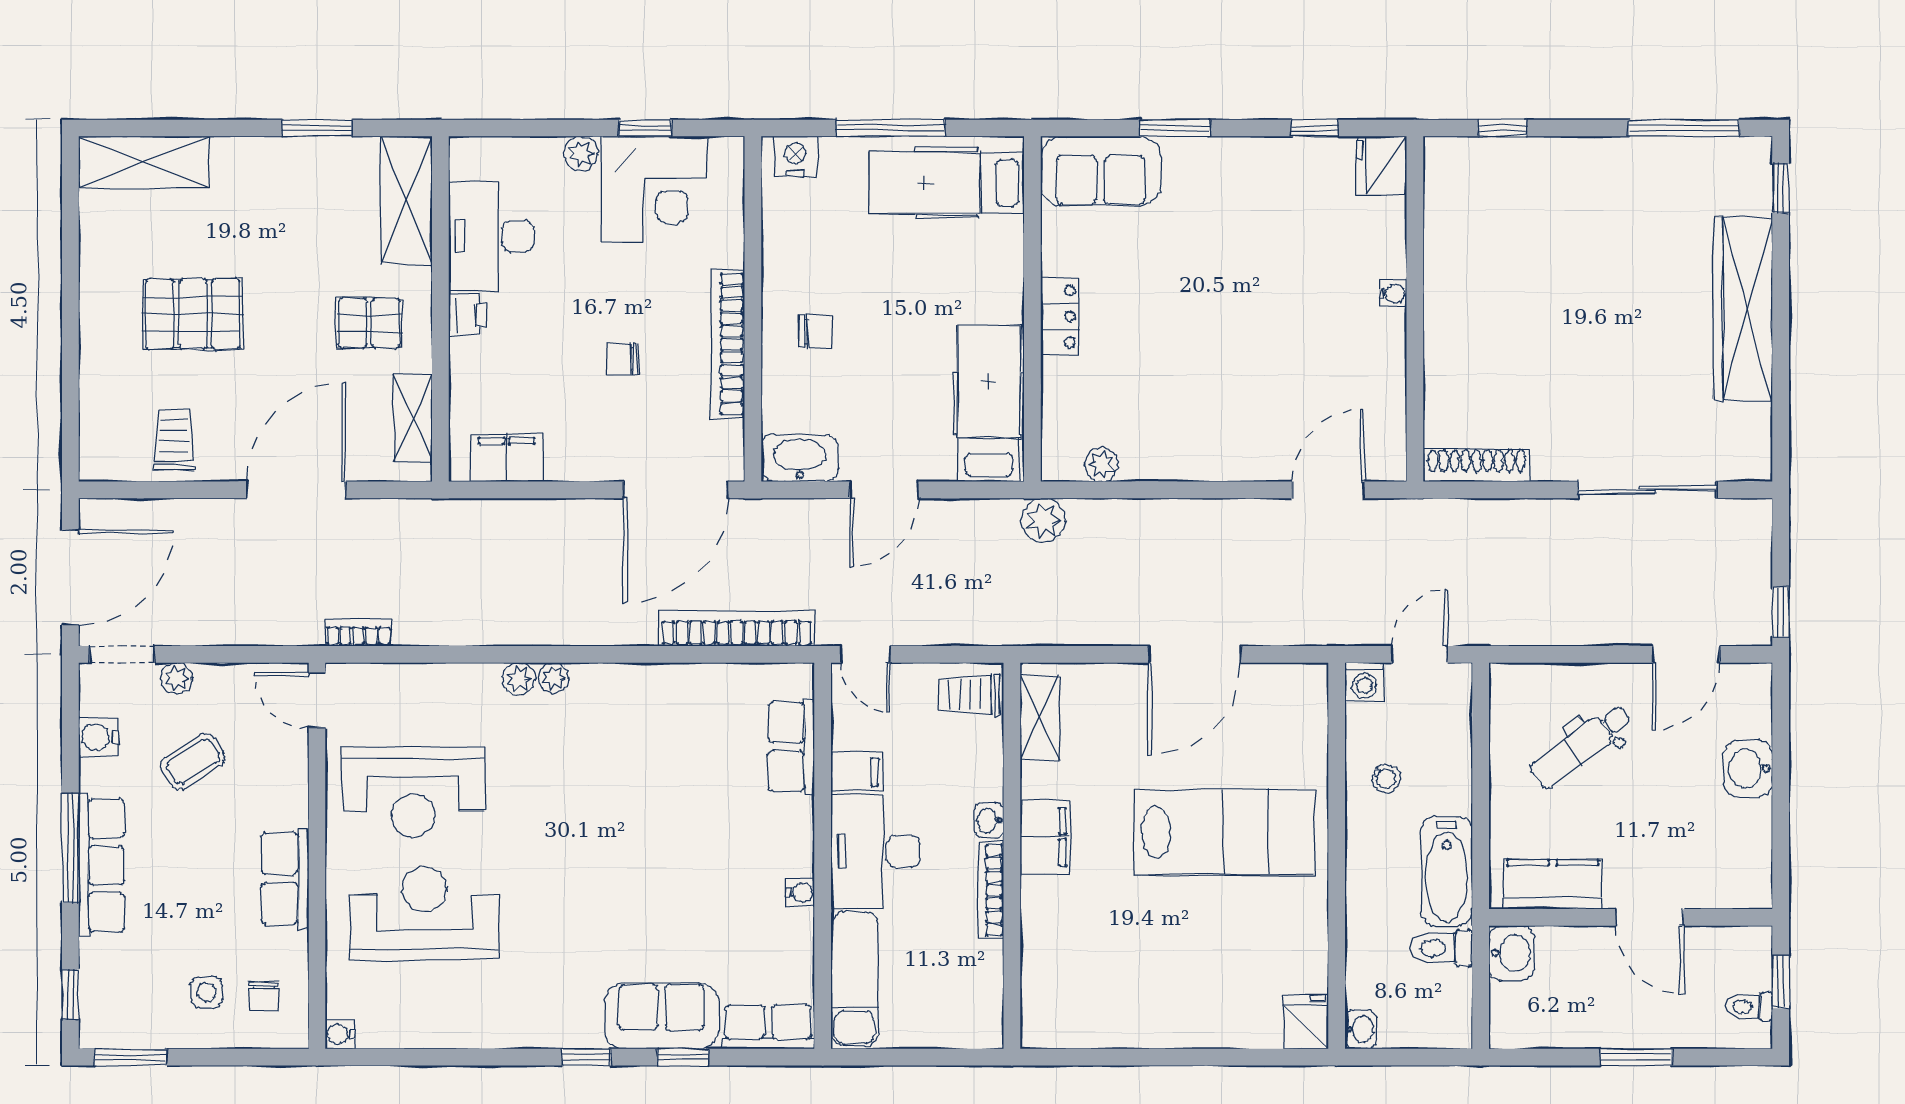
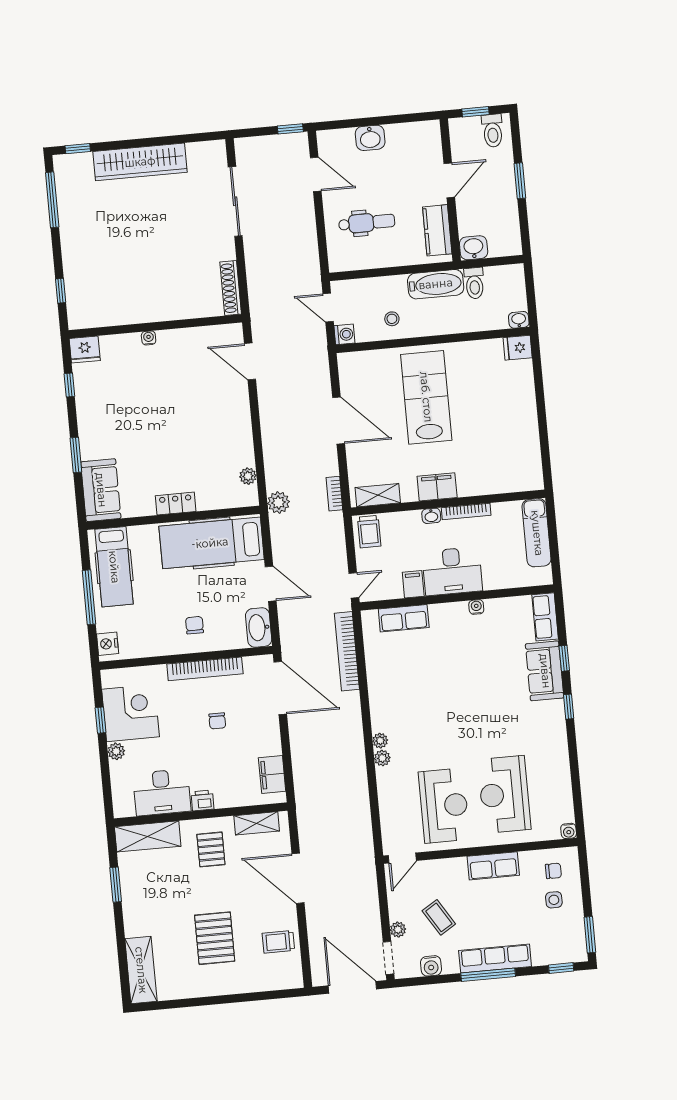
hospital bed: (989, 403) -> (212, 543), width x1.37, depth x1.29
bookcase: (359, 633) -> (334, 494), moved
dental chair: (1581, 746) -> (367, 223), turned -53
exam couch: (855, 979) -> (537, 533), moved, turned -90
toilet: (1749, 1007) -> (493, 131), width x1.37, depth x1.39

